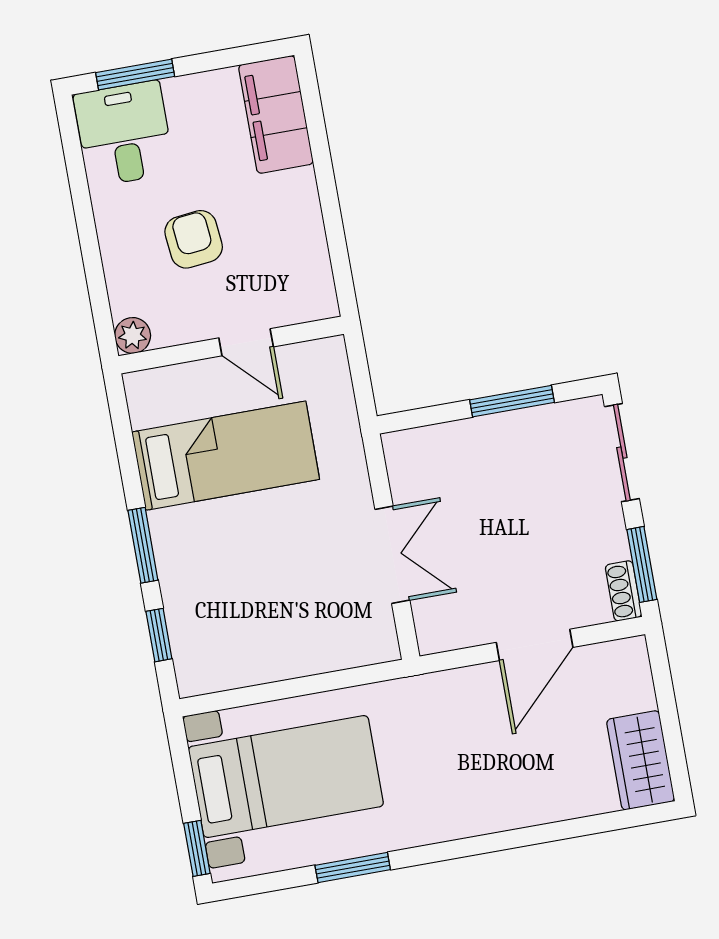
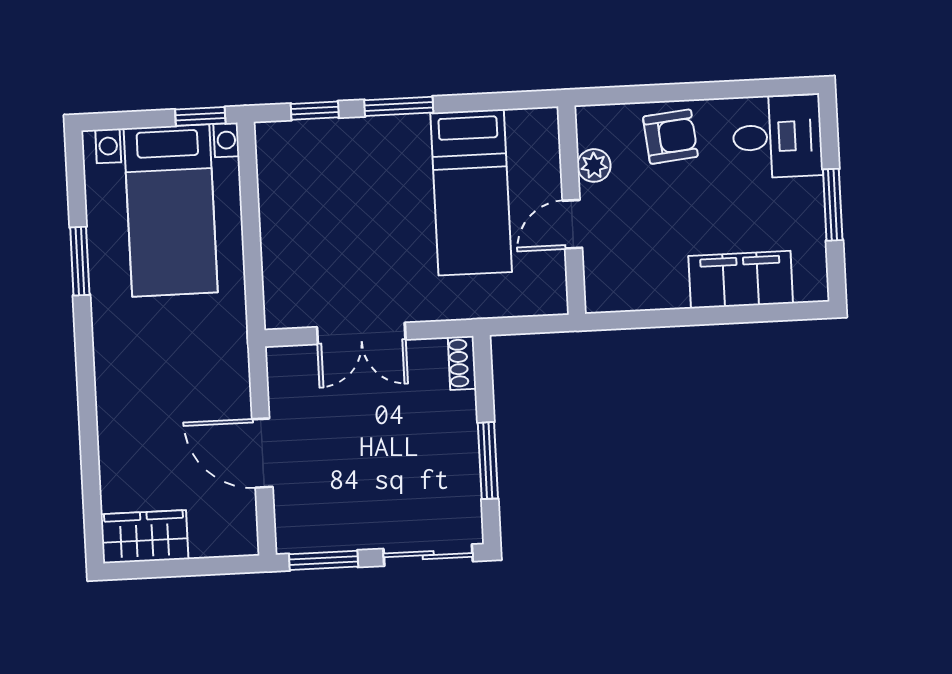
window: (135, 75) -> (833, 205), moved
filing cabinet: (276, 114) -> (741, 280), moved
armchair: (194, 239) -> (670, 137), moved
plant: (133, 335) -> (594, 165), moved
shoe rack: (623, 591) -> (462, 363), moved, turned -90
window: (197, 848) -> (200, 116), moved

